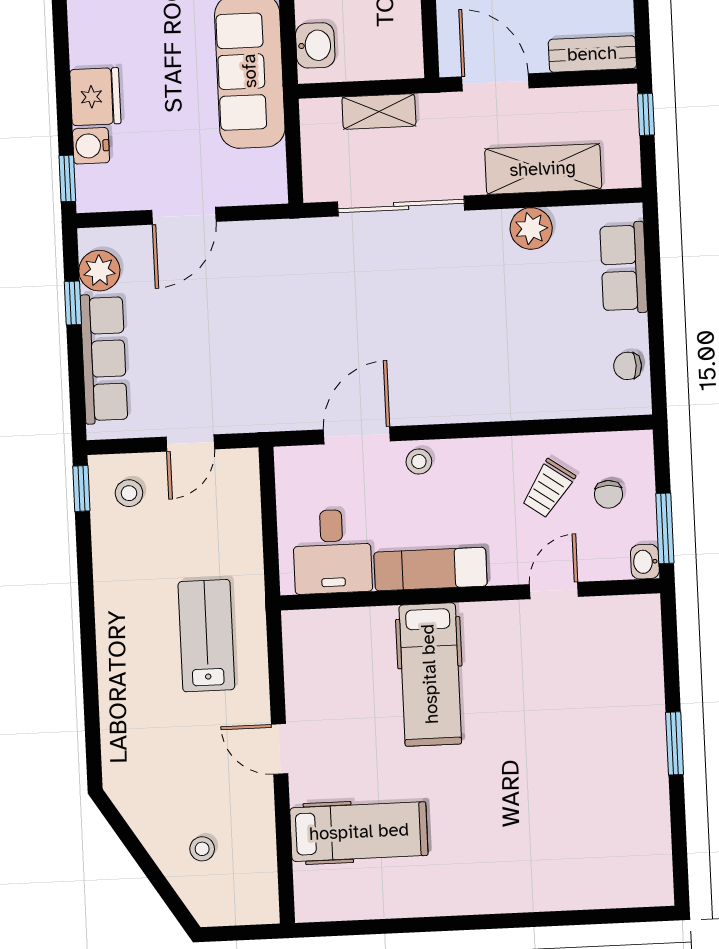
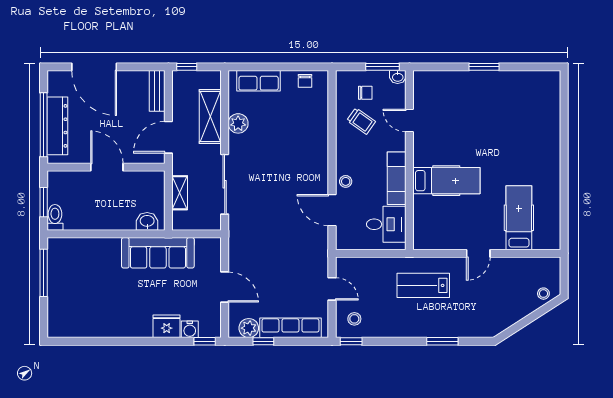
window: (90, 682) -> (442, 341), added
stool: (202, 849) -> (543, 294), moved

